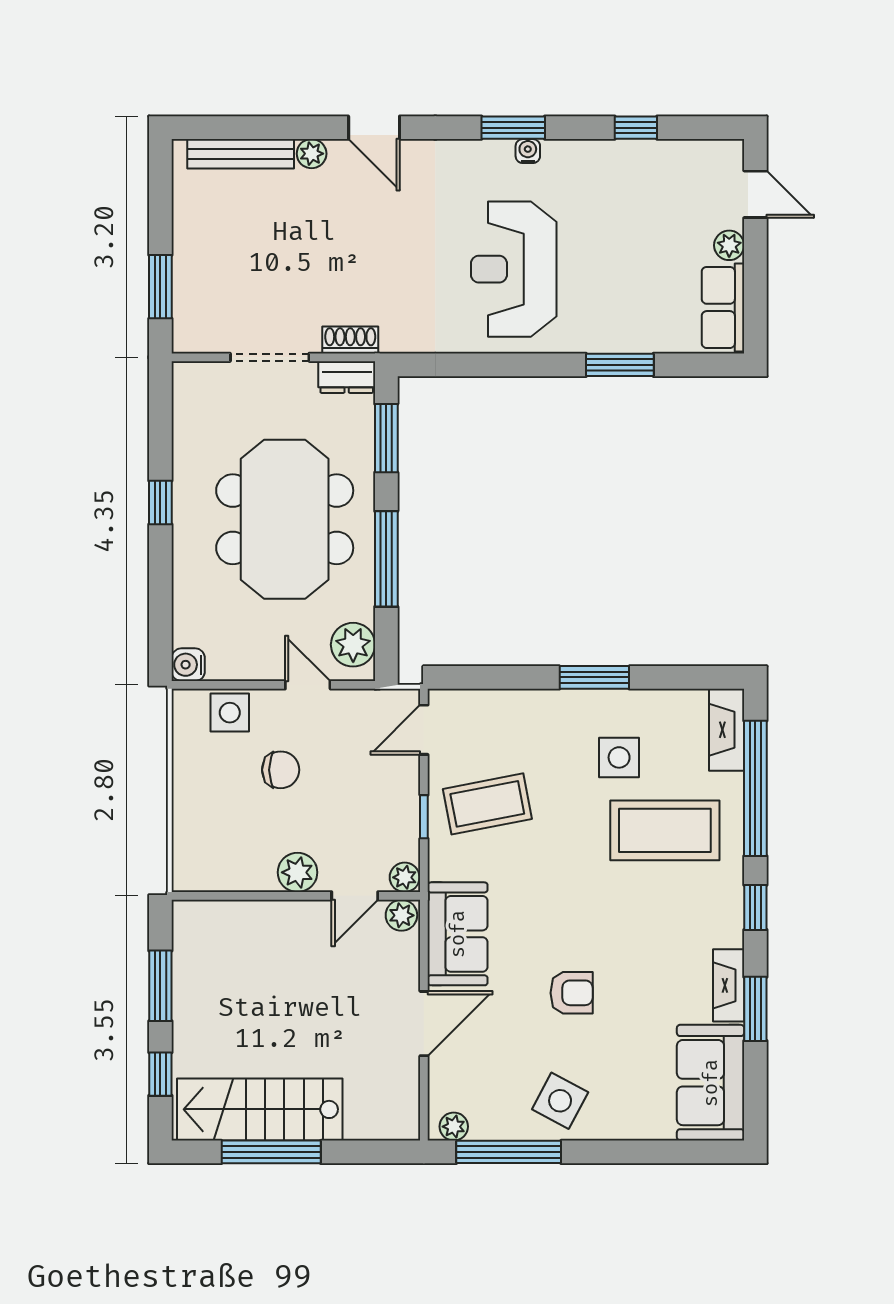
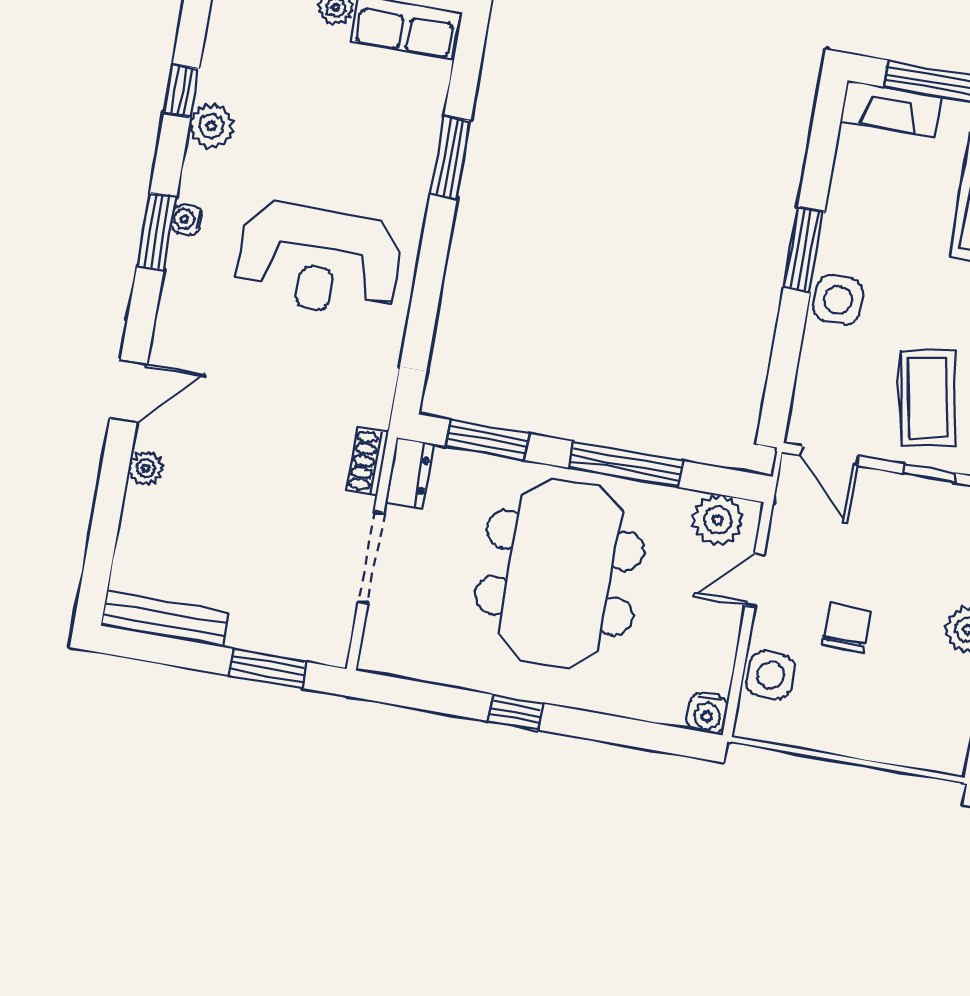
bench: (241, 154) -> (165, 619), moved, turned 90
plant: (610, 158) -> (211, 126), added
meeting table: (285, 519) -> (560, 573), turned 90
side table: (619, 757) -> (838, 300), moved

